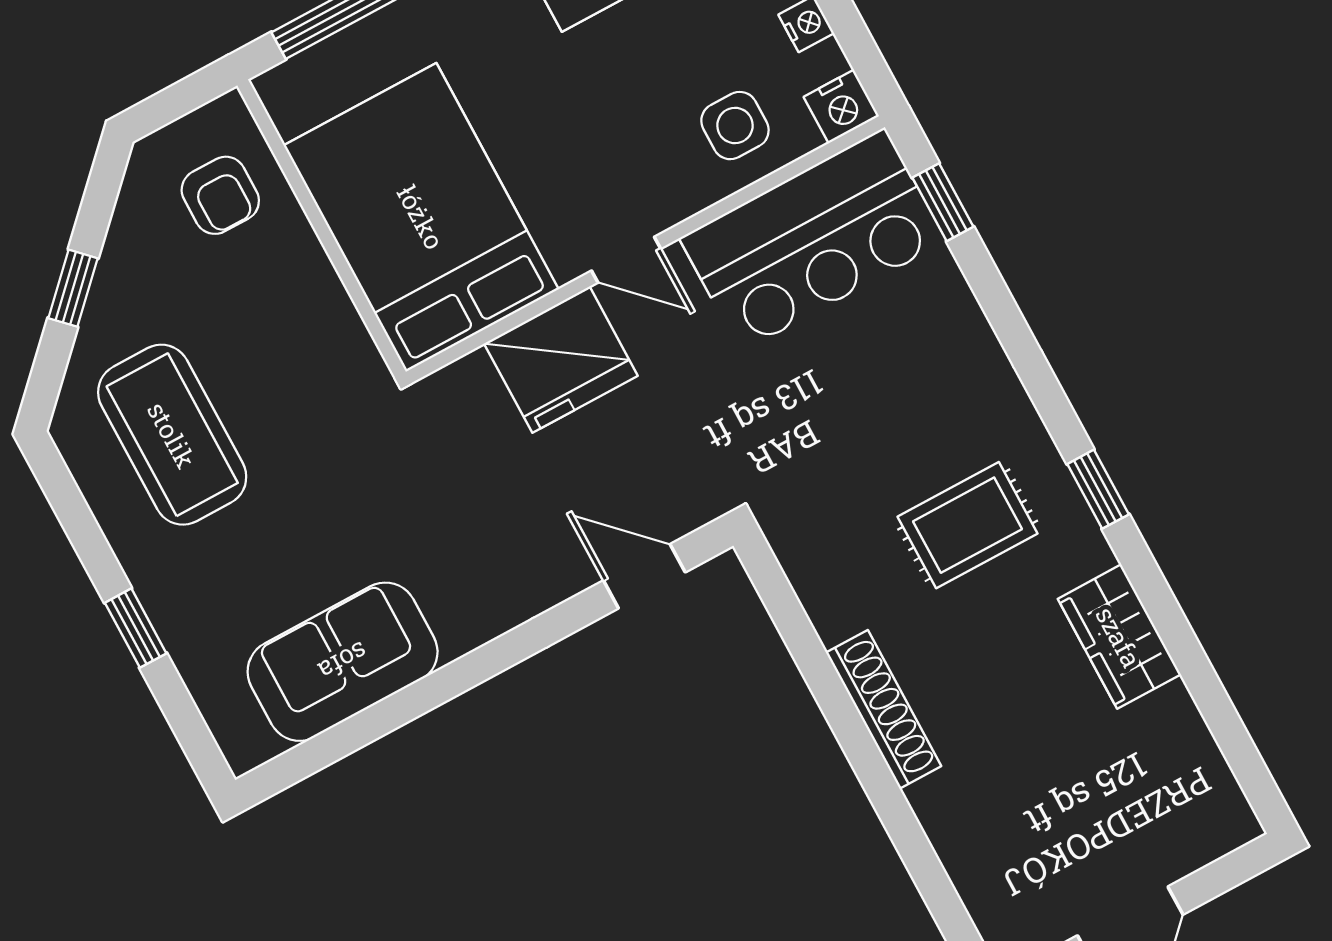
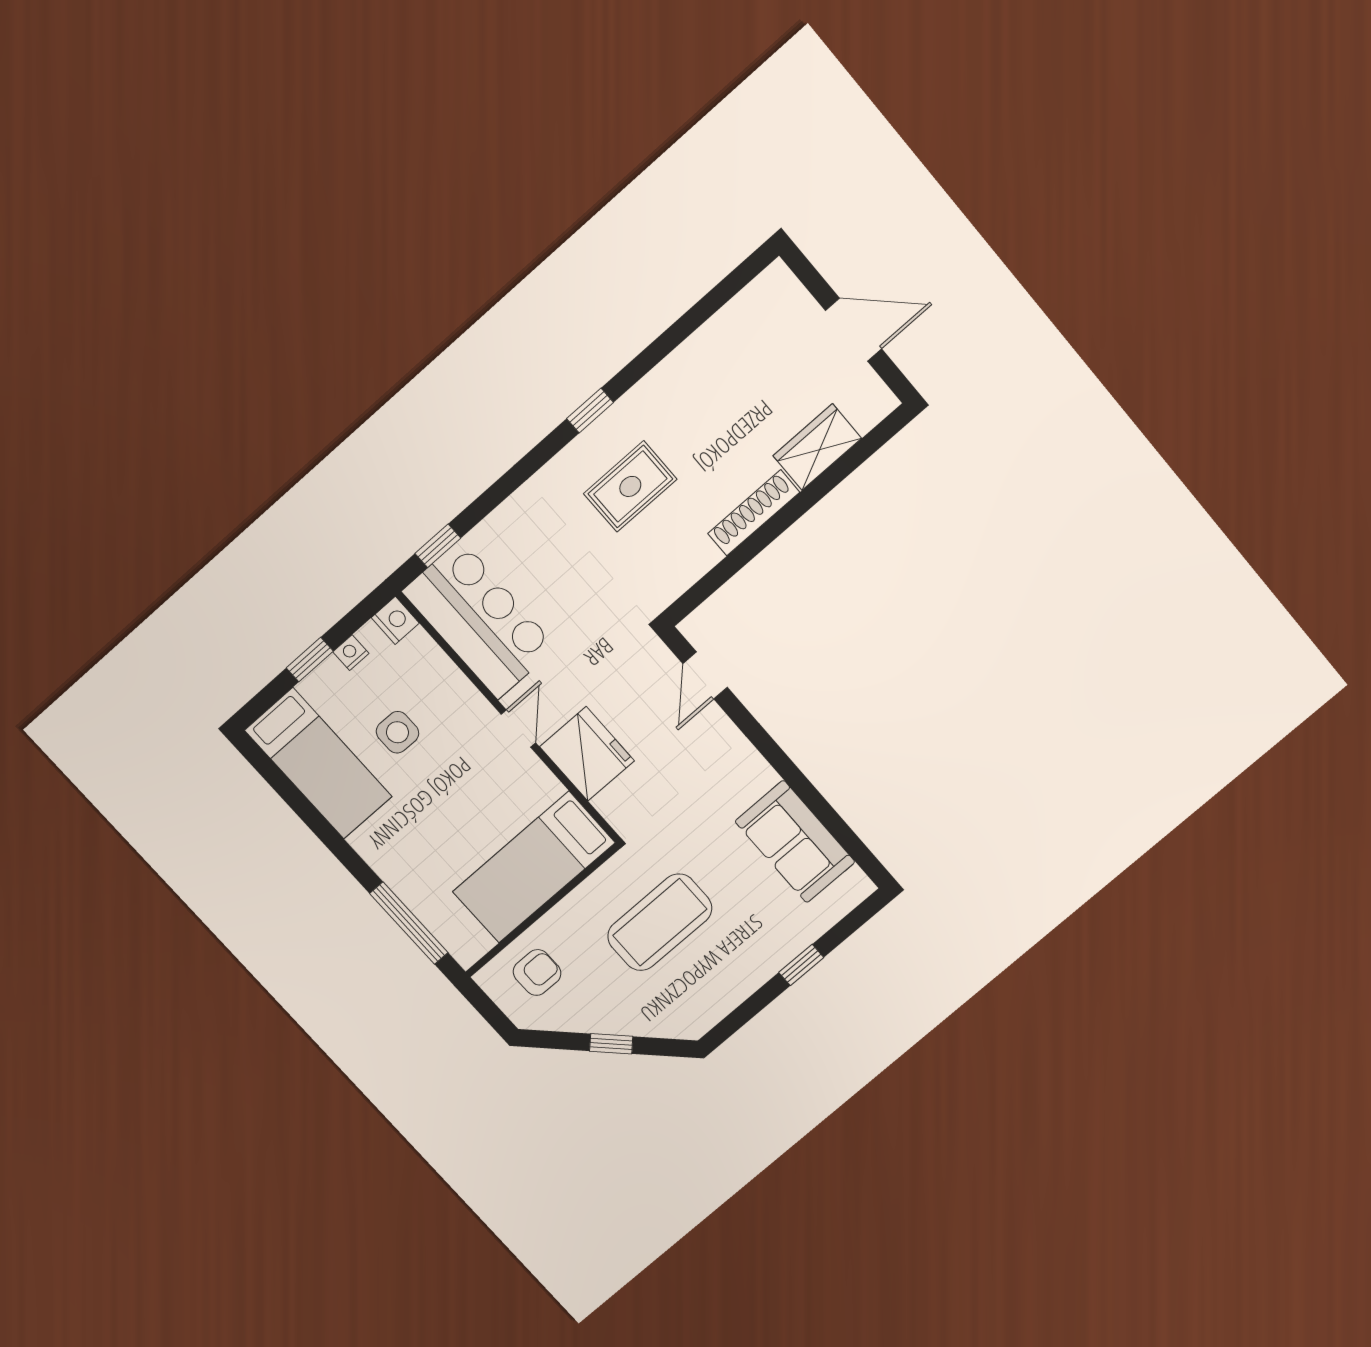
side table: (735, 126) -> (397, 732), moved
bed: (421, 217) -> (534, 867), width x0.67
coffee table: (172, 435) -> (660, 922), moved
rug: (968, 525) -> (630, 486), turned 90
wardrobe: (1119, 637) -> (817, 447), moved, turned 180

